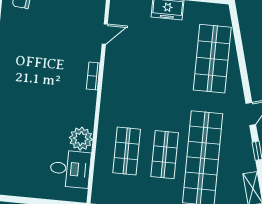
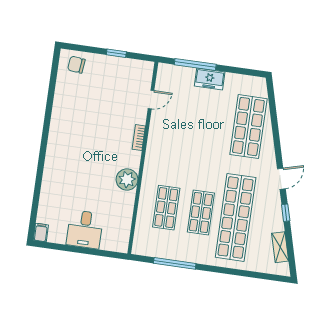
plant: (81, 139) -> (127, 179), moved
desk: (70, 169) -> (85, 229), moved, turned 90

